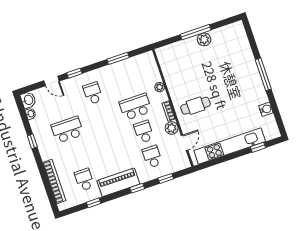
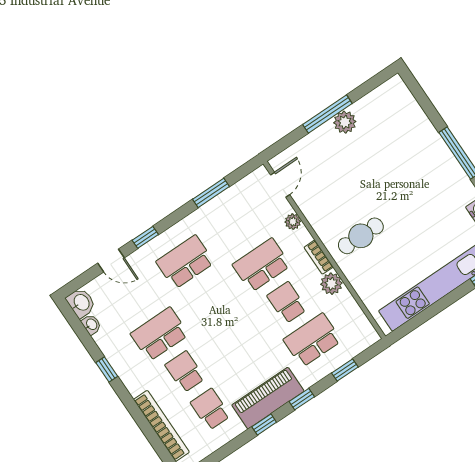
school desk: (93, 93) -> (185, 262), width x1.85
door: (185, 143) -> (280, 185), moved
school desk: (76, 155) -> (185, 372), added
school desk: (152, 157) -> (312, 340), width x1.85
window: (94, 203) -> (264, 425), moved

